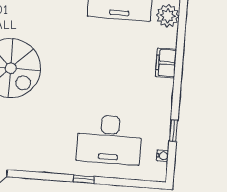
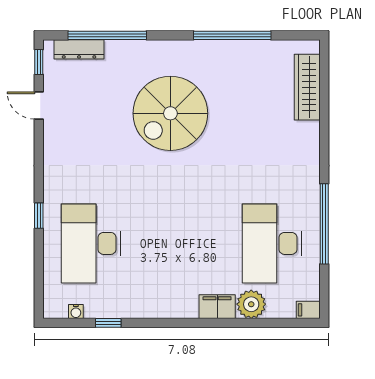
filing cabinet: (166, 63) -> (217, 307), moved

